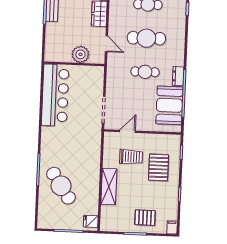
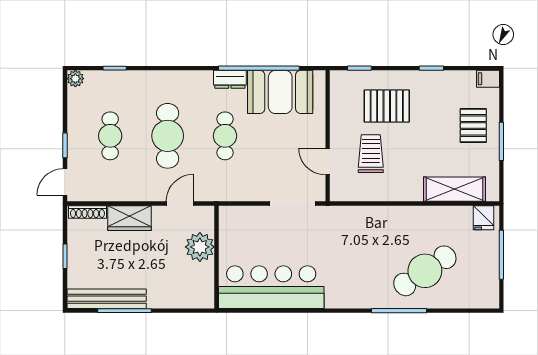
shelving: (109, 187) -> (455, 189), moved

